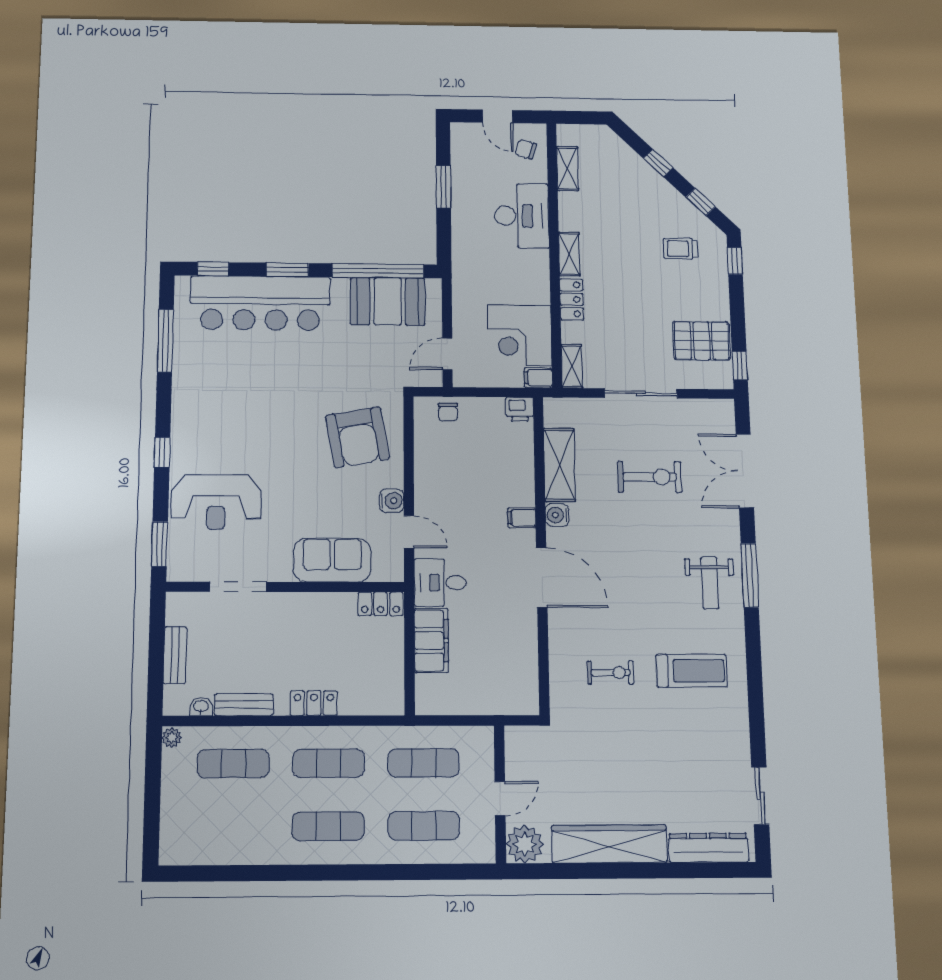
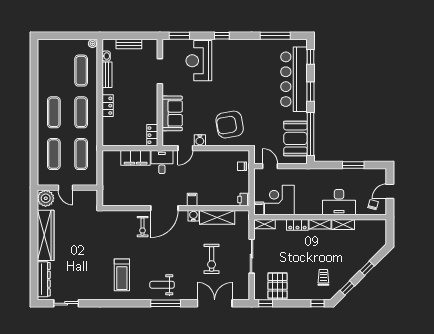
shelving: (567, 168) -> (343, 224), moved
exercise bike: (611, 673) -> (143, 227), moved

